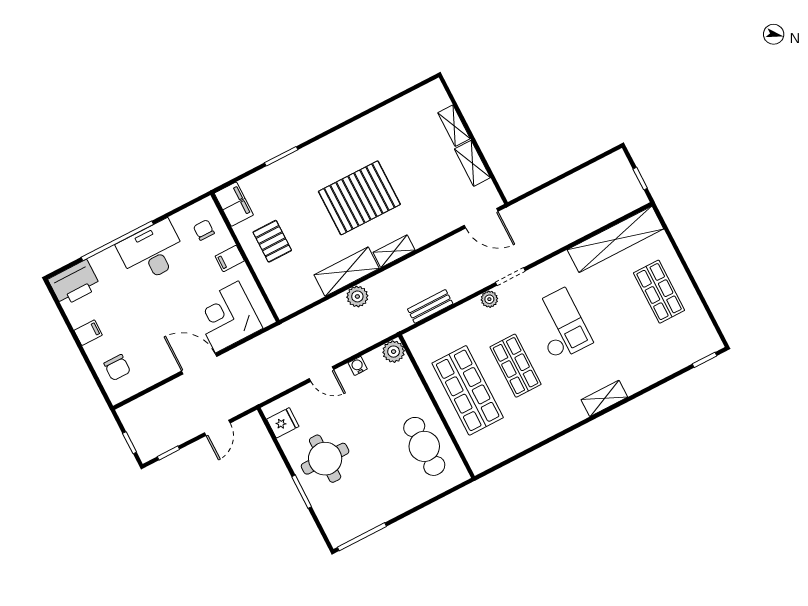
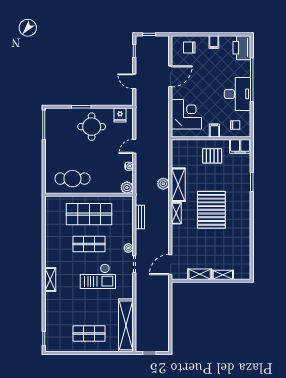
door: (199, 364) -> (170, 76), moved

